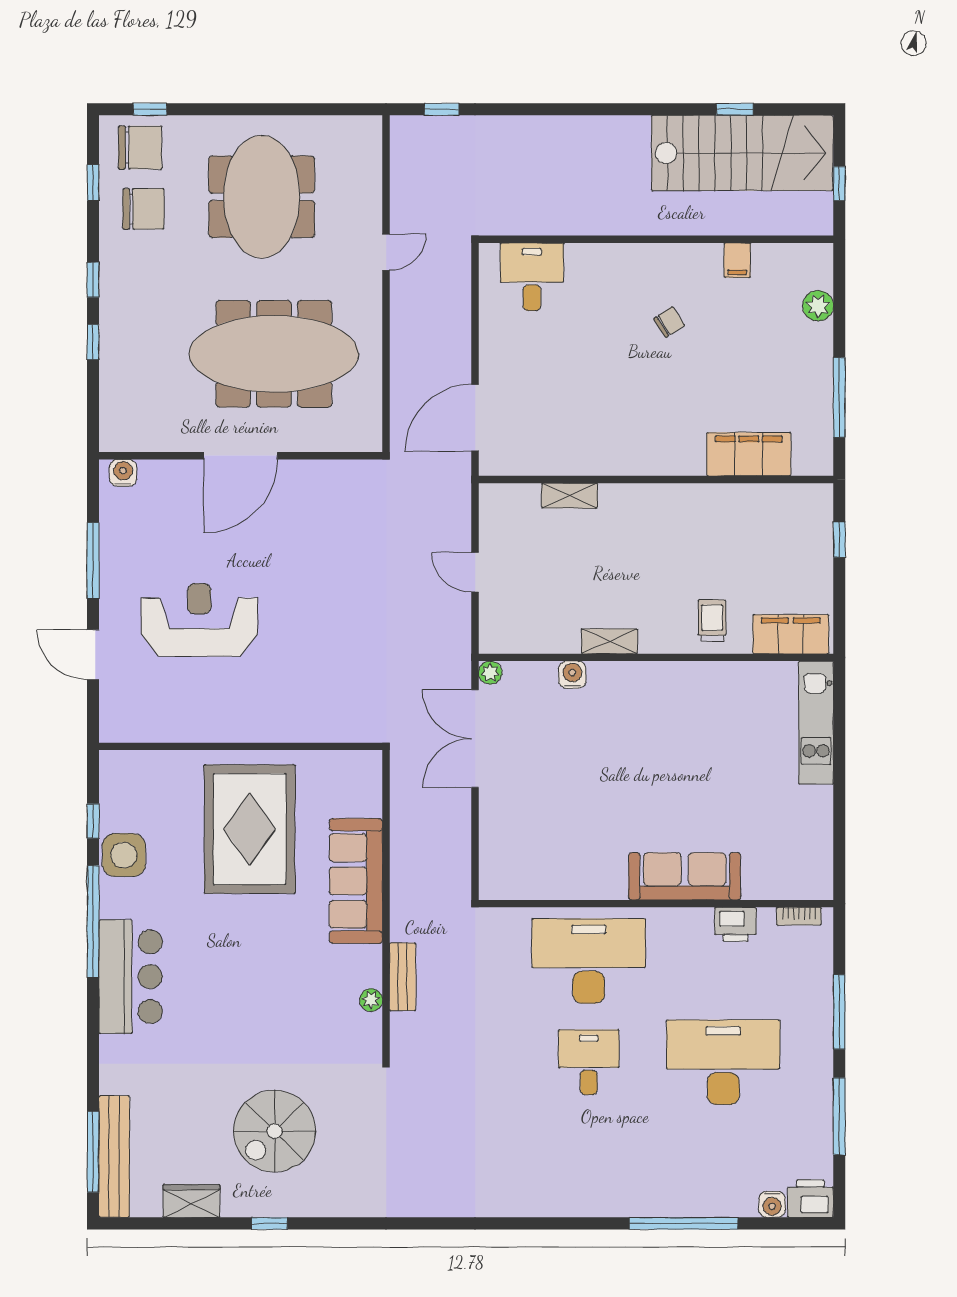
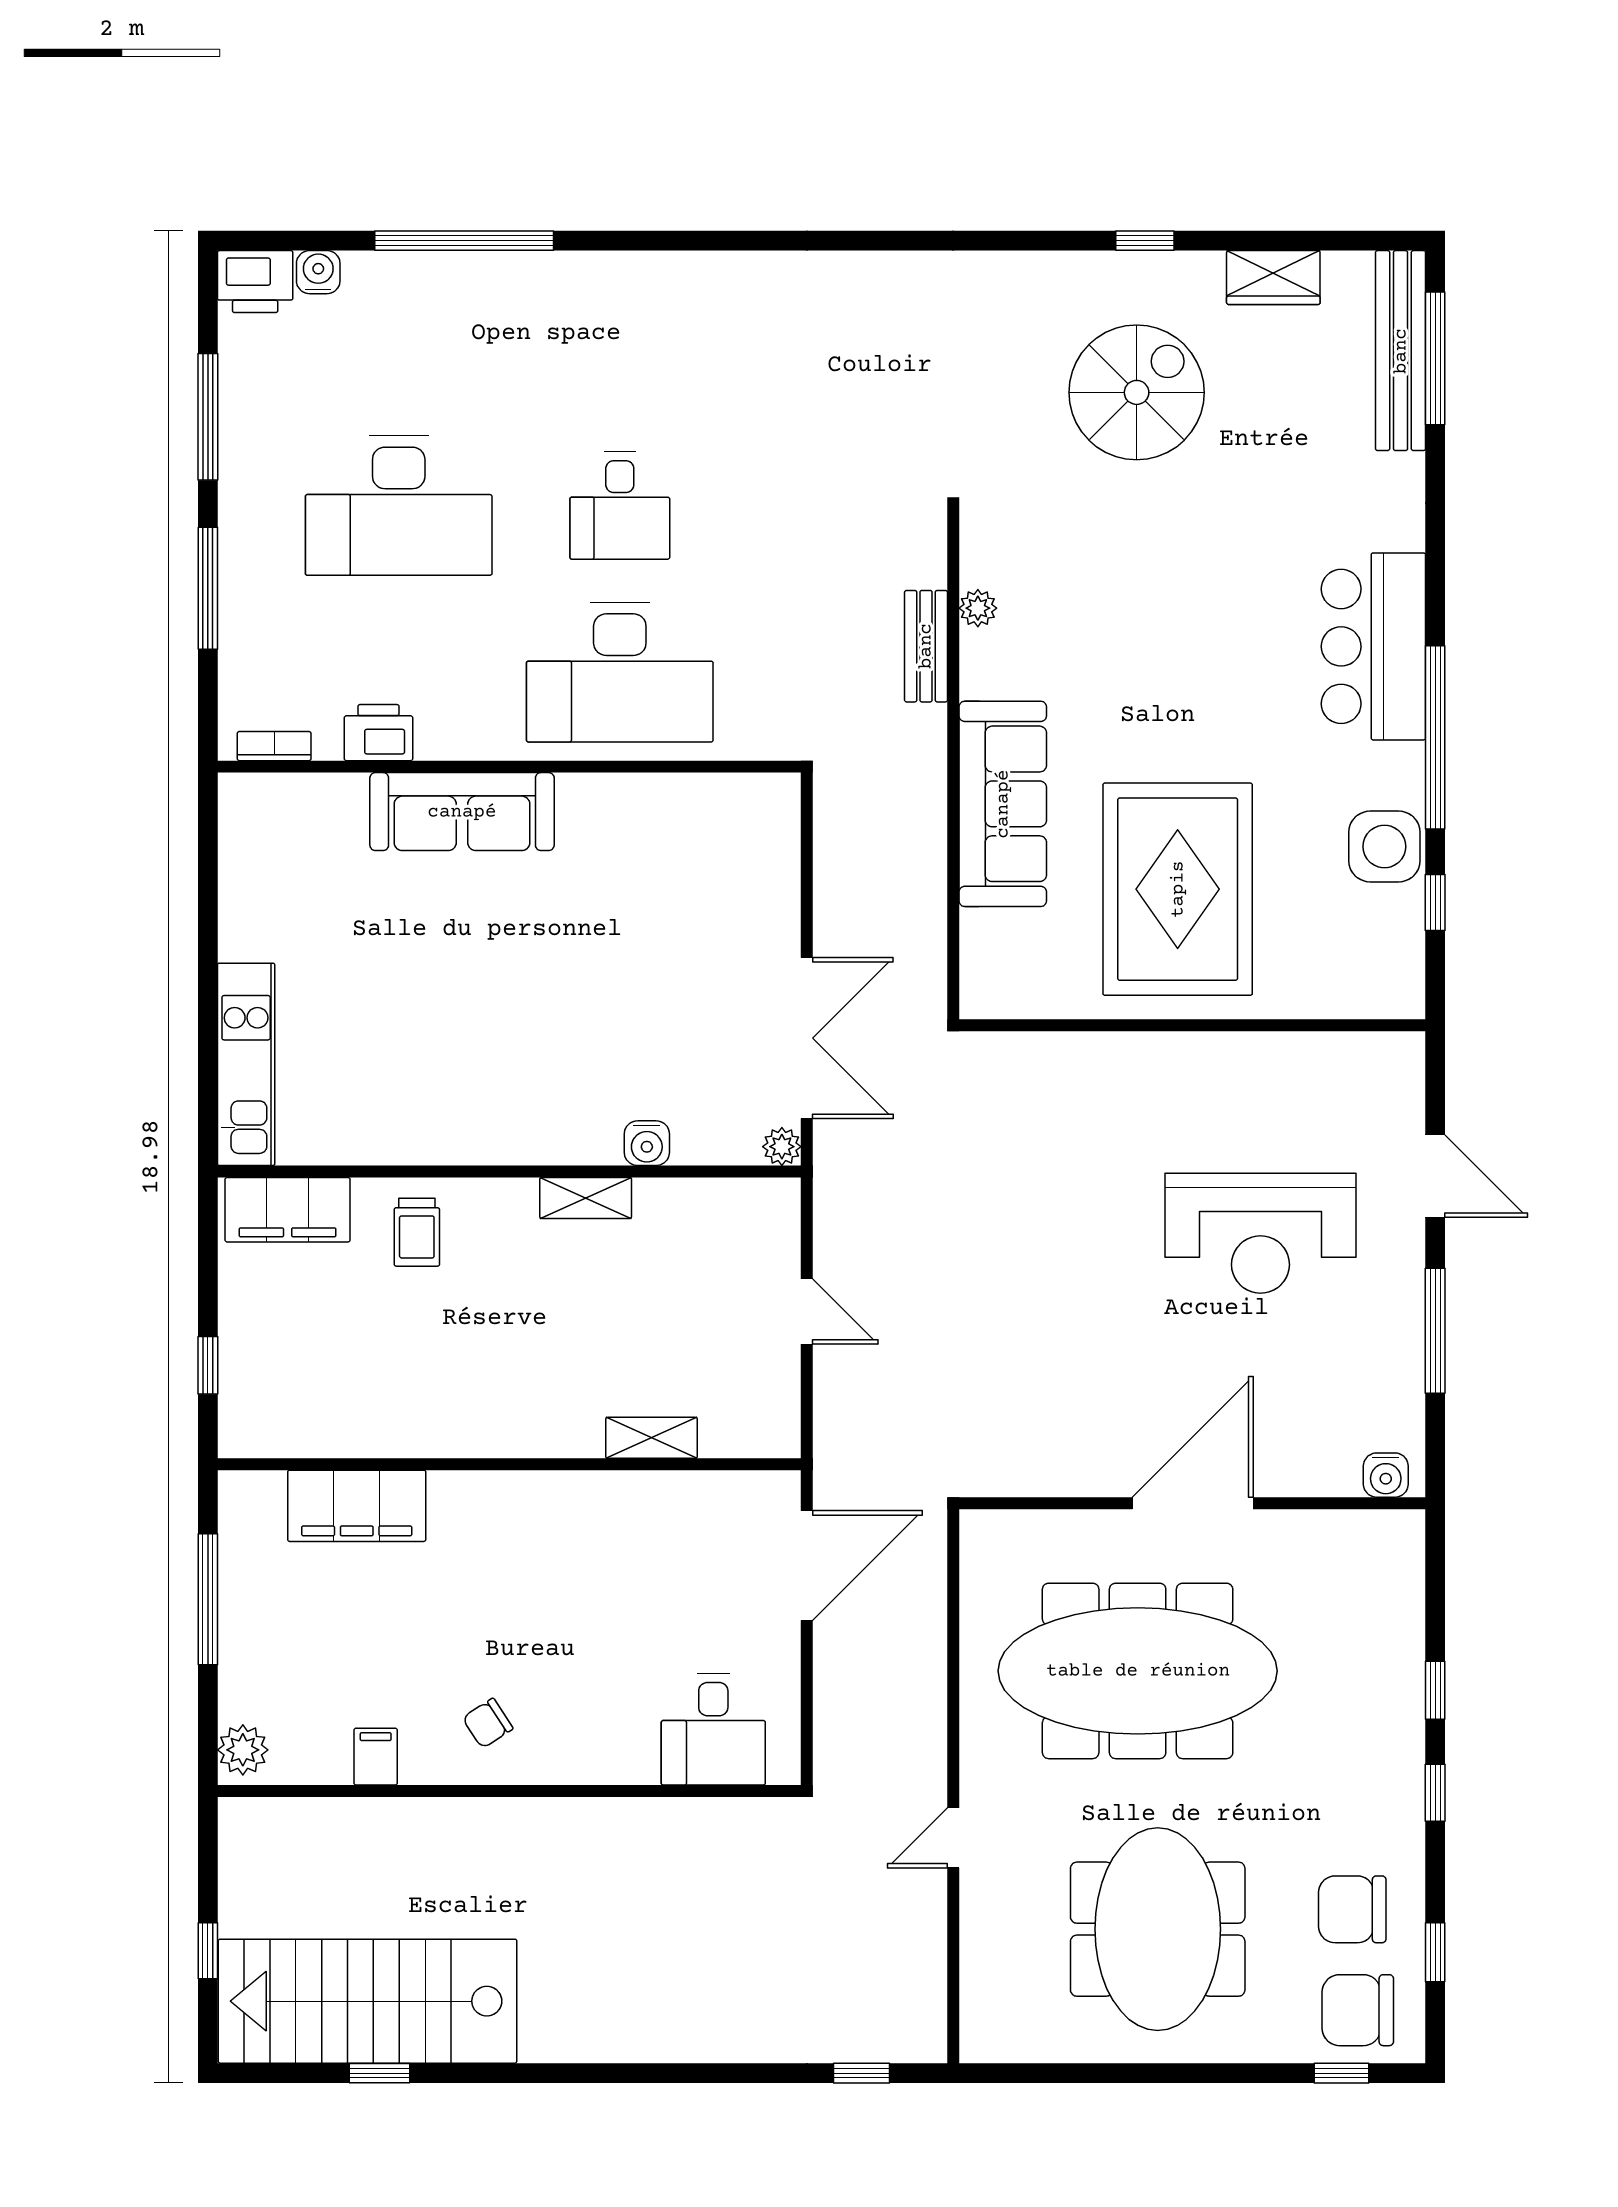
wall: (656, 239) -> (509, 1791), moved
filing cabinet: (737, 260) -> (376, 1757), moved
desk: (532, 277) -> (713, 1729), moved

